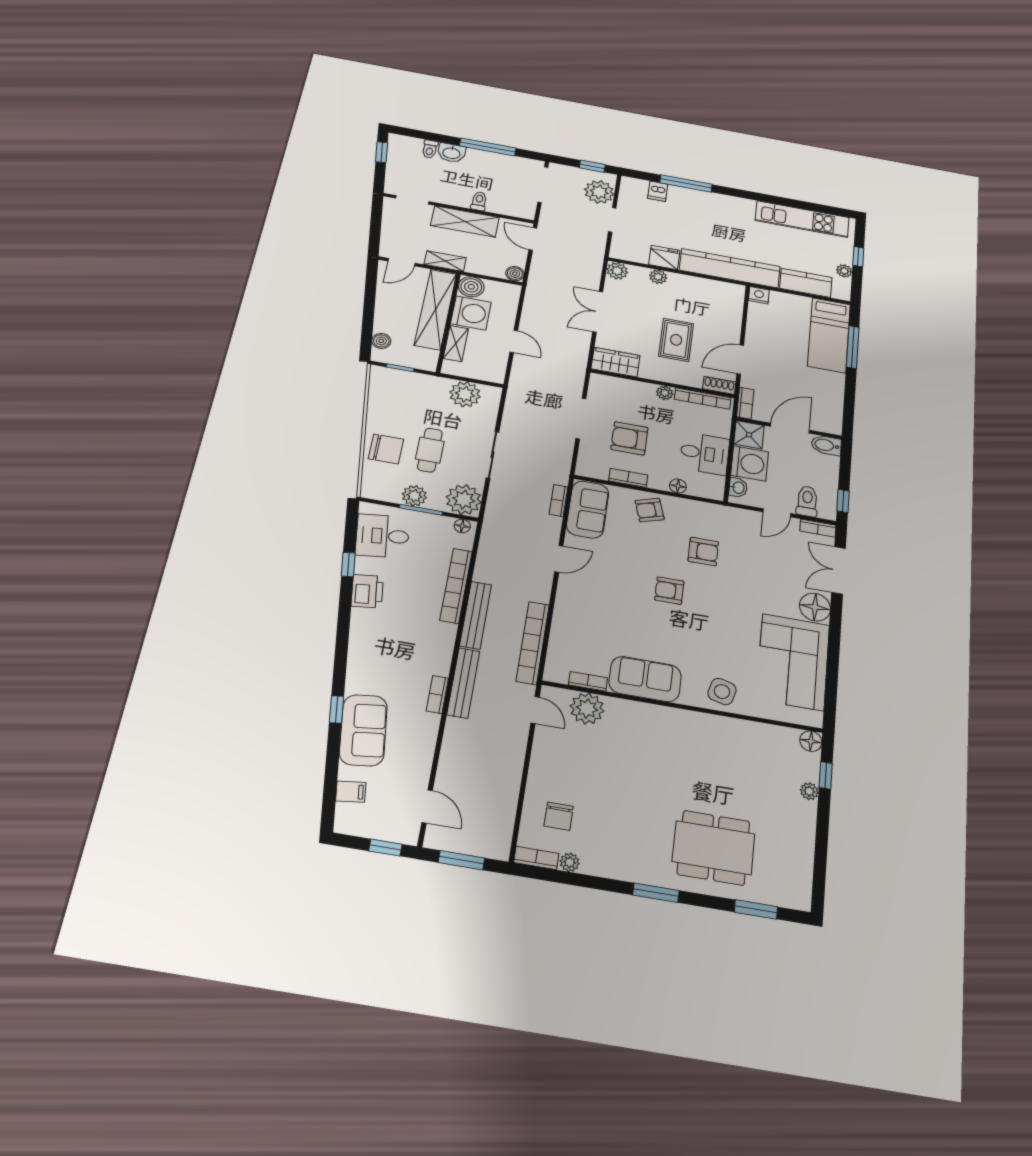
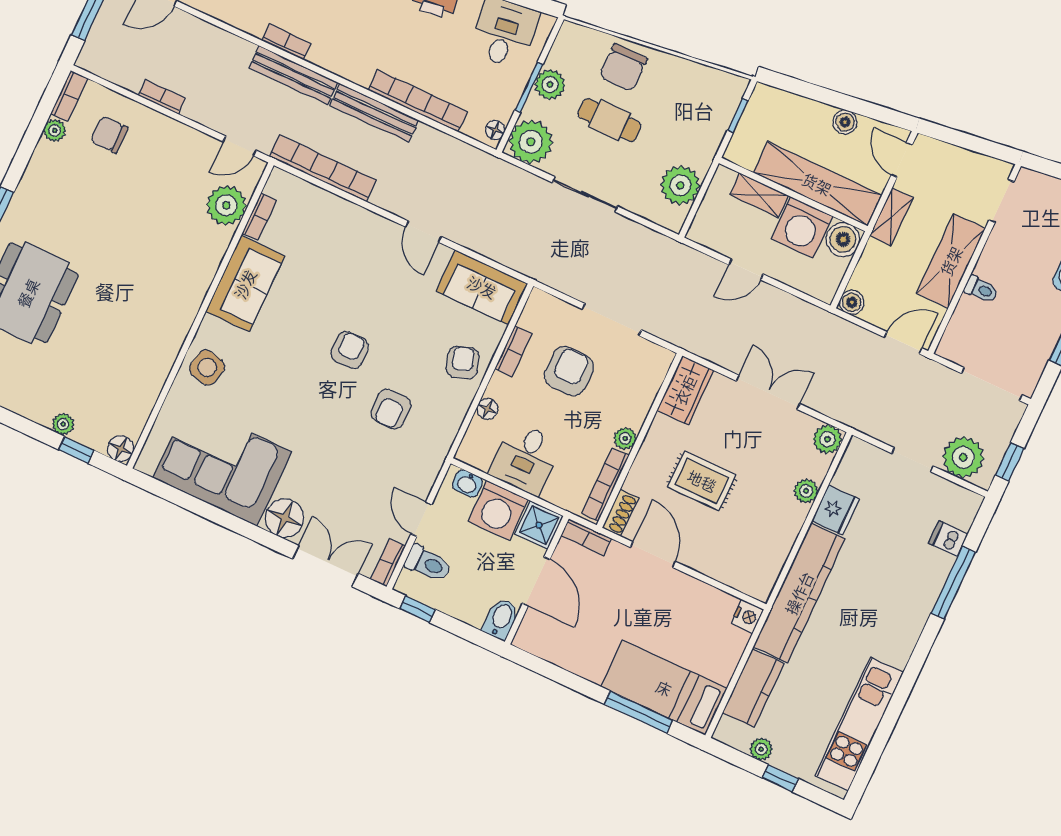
boiler: (381, 341) -> (845, 122), moved
bookcase: (559, 500) -> (162, 97), moved

